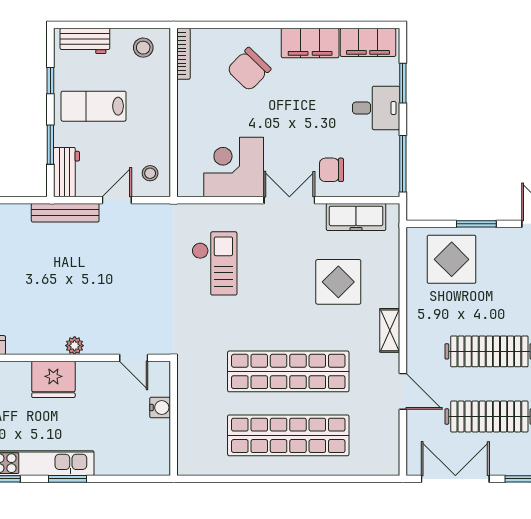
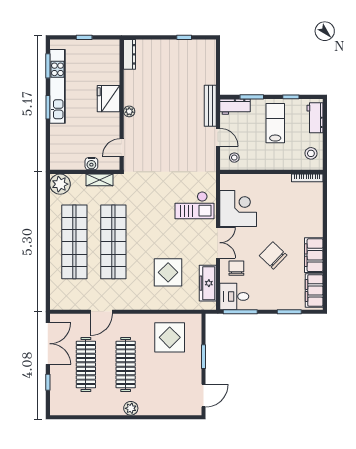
chair: (249, 69) -> (273, 255), moved
desk: (376, 108) -> (234, 296), moved, turned 90
display table: (452, 259) -> (170, 337), moved
checkout: (214, 263) -> (194, 205), moved
shelving: (390, 330) -> (100, 180), moved
plant: (194, 459) -> (60, 184), added

